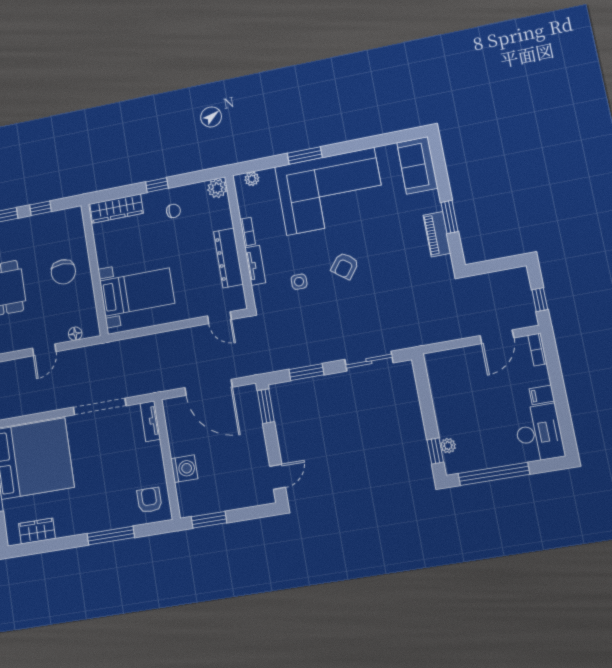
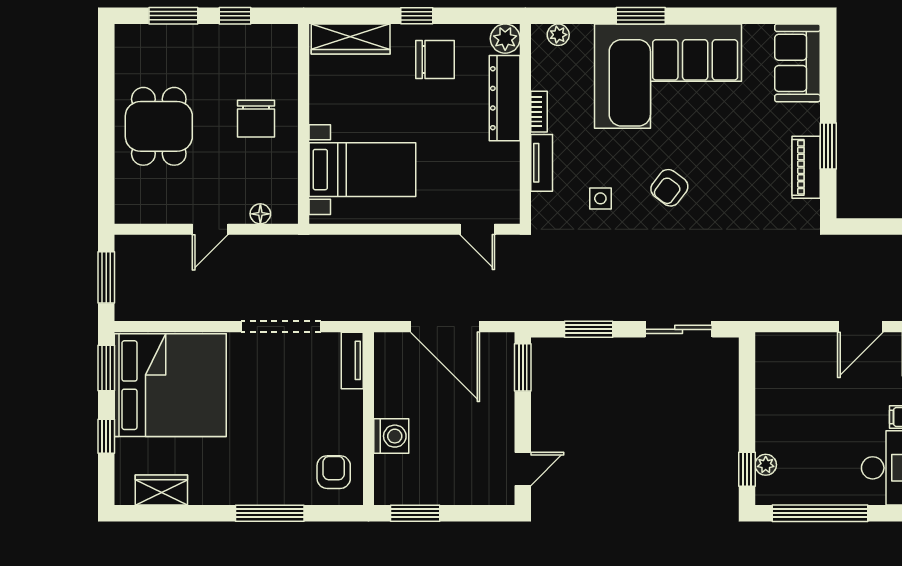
chair: (173, 211) -> (435, 59), width x1.87, depth x1.87
dresser: (228, 258) -> (505, 98), moved

